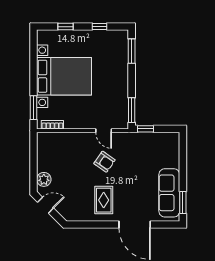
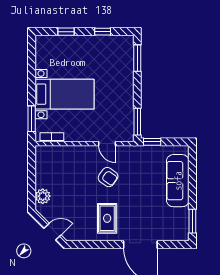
bed with nightstands: (64, 76) -> (65, 94), width x0.73
sofa: (169, 193) -> (178, 181), moved
door: (45, 205) -> (52, 232), moved

